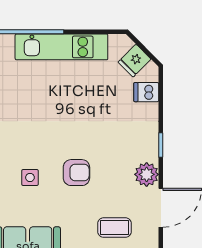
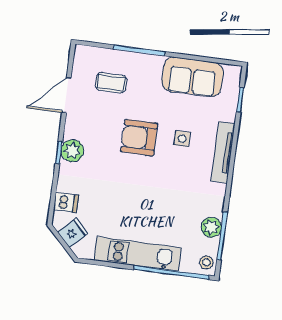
armchair: (76, 173) -> (139, 138), width x1.38, depth x1.38
plant: (147, 174) -> (72, 151), moved

